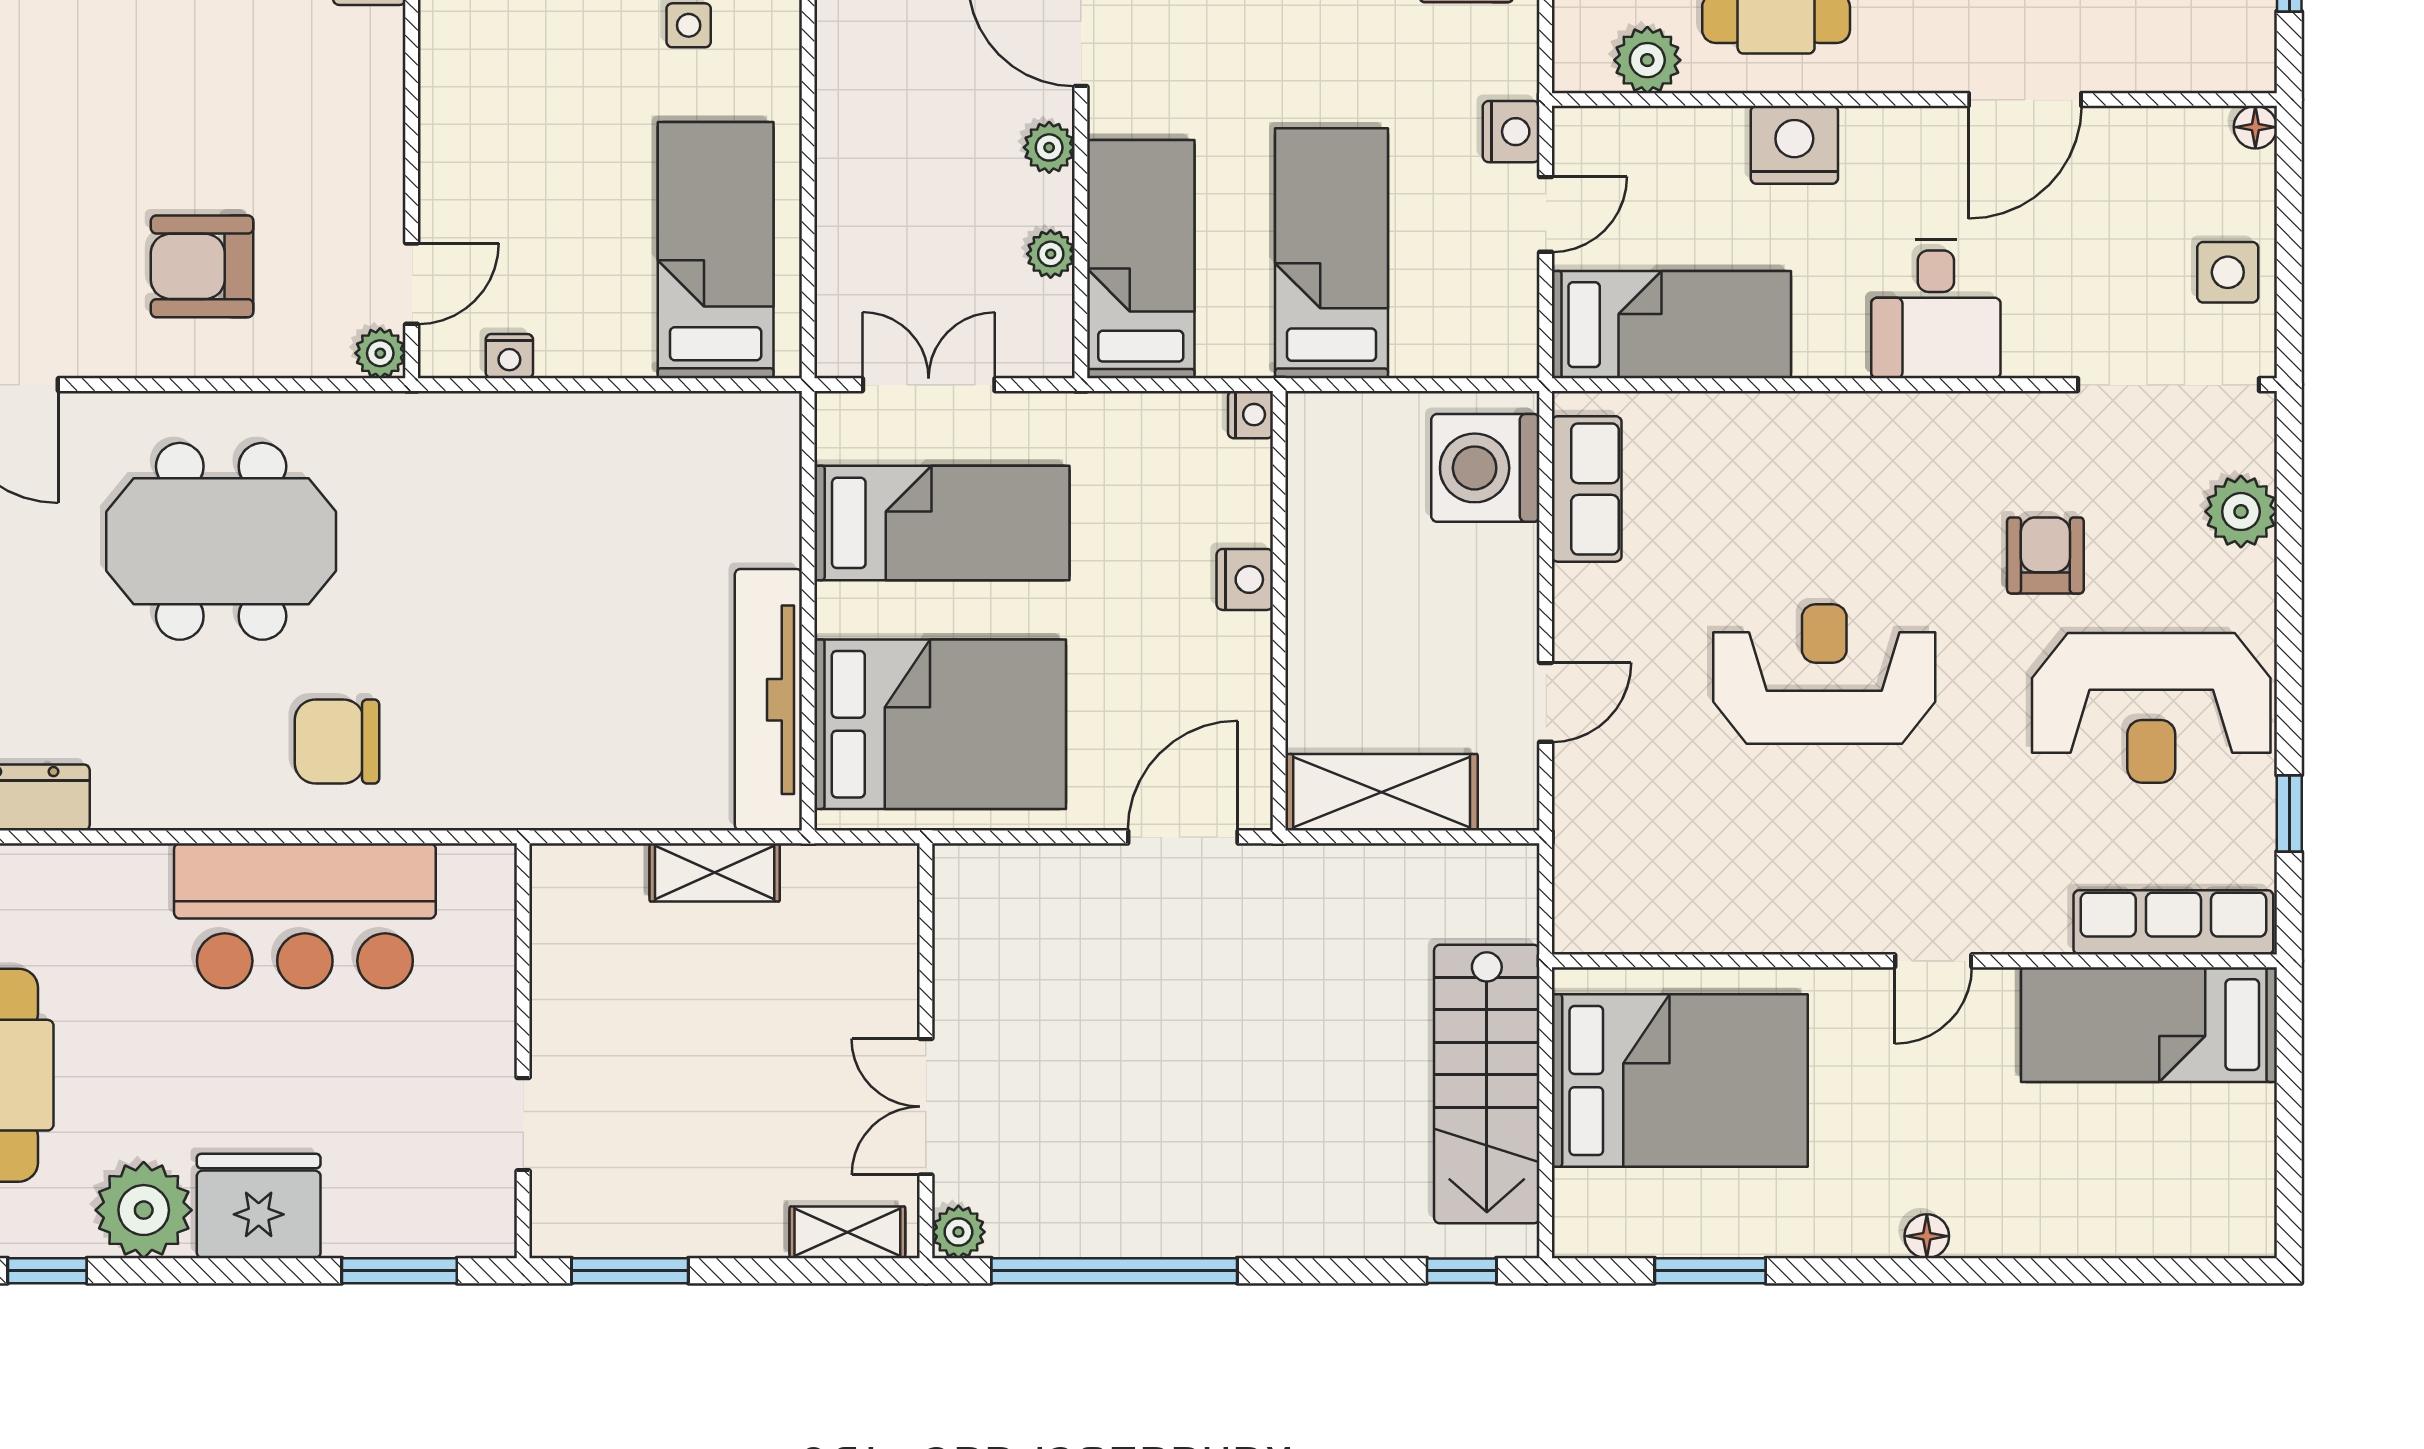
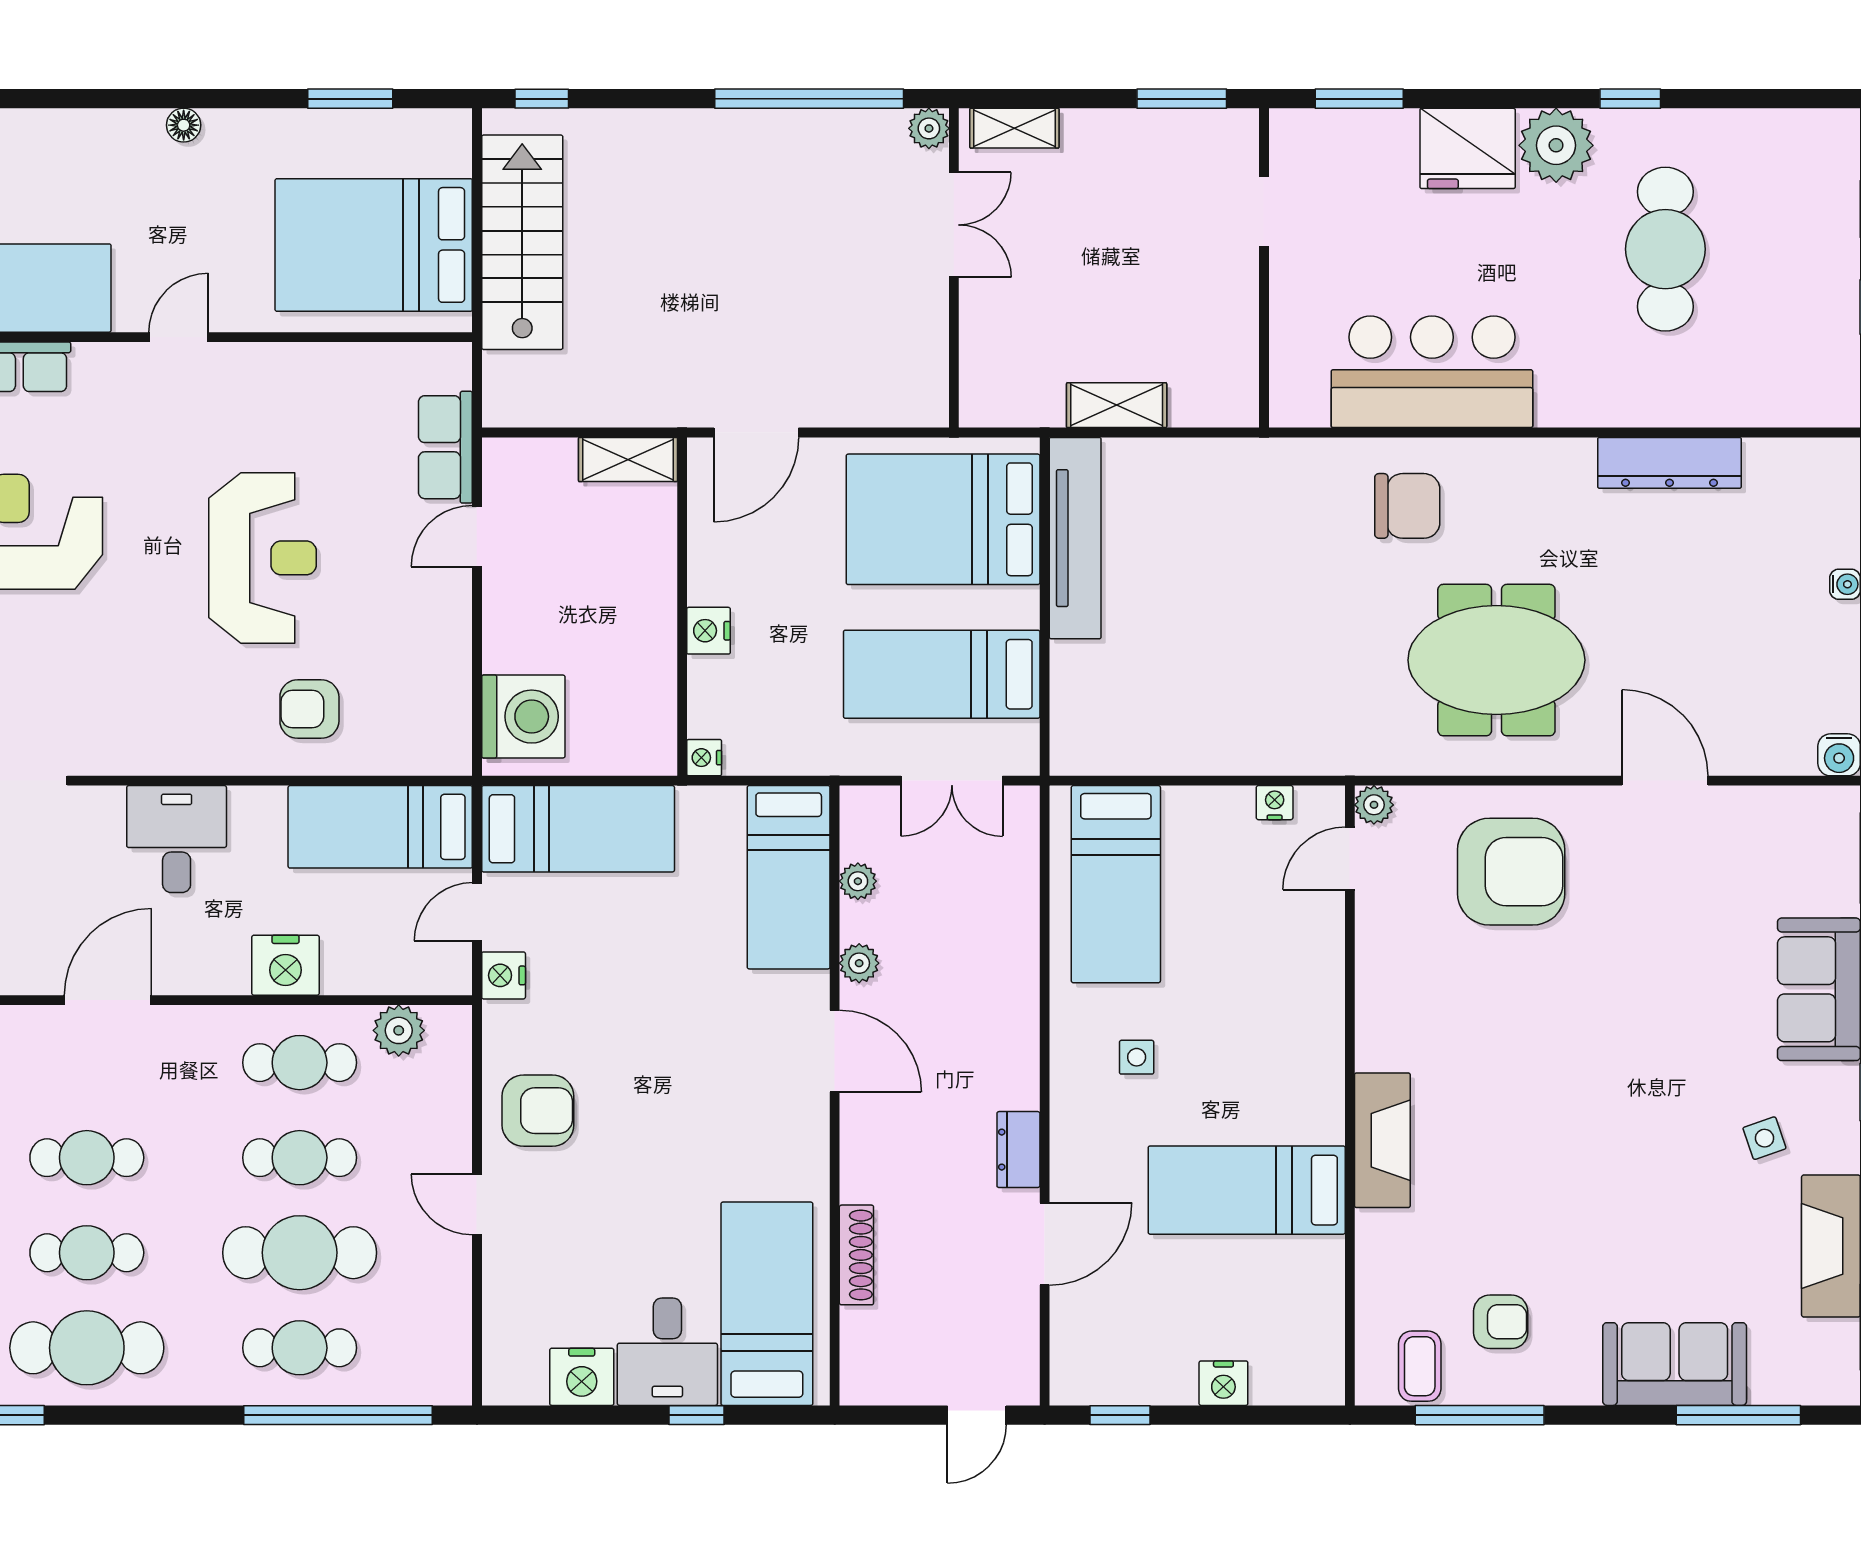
bed: (1332, 253) -> (578, 829), moved, turned -90
armchair: (202, 266) -> (1511, 872), width x1.36, depth x1.36
row of seats: (1587, 489) -> (445, 447), moved
armchair: (2045, 555) -> (309, 709), moved, turned 90
reception desk: (1824, 674) -> (262, 558), turned -90
shelving: (1382, 792) -> (628, 459), width x0.67, depth x0.75

